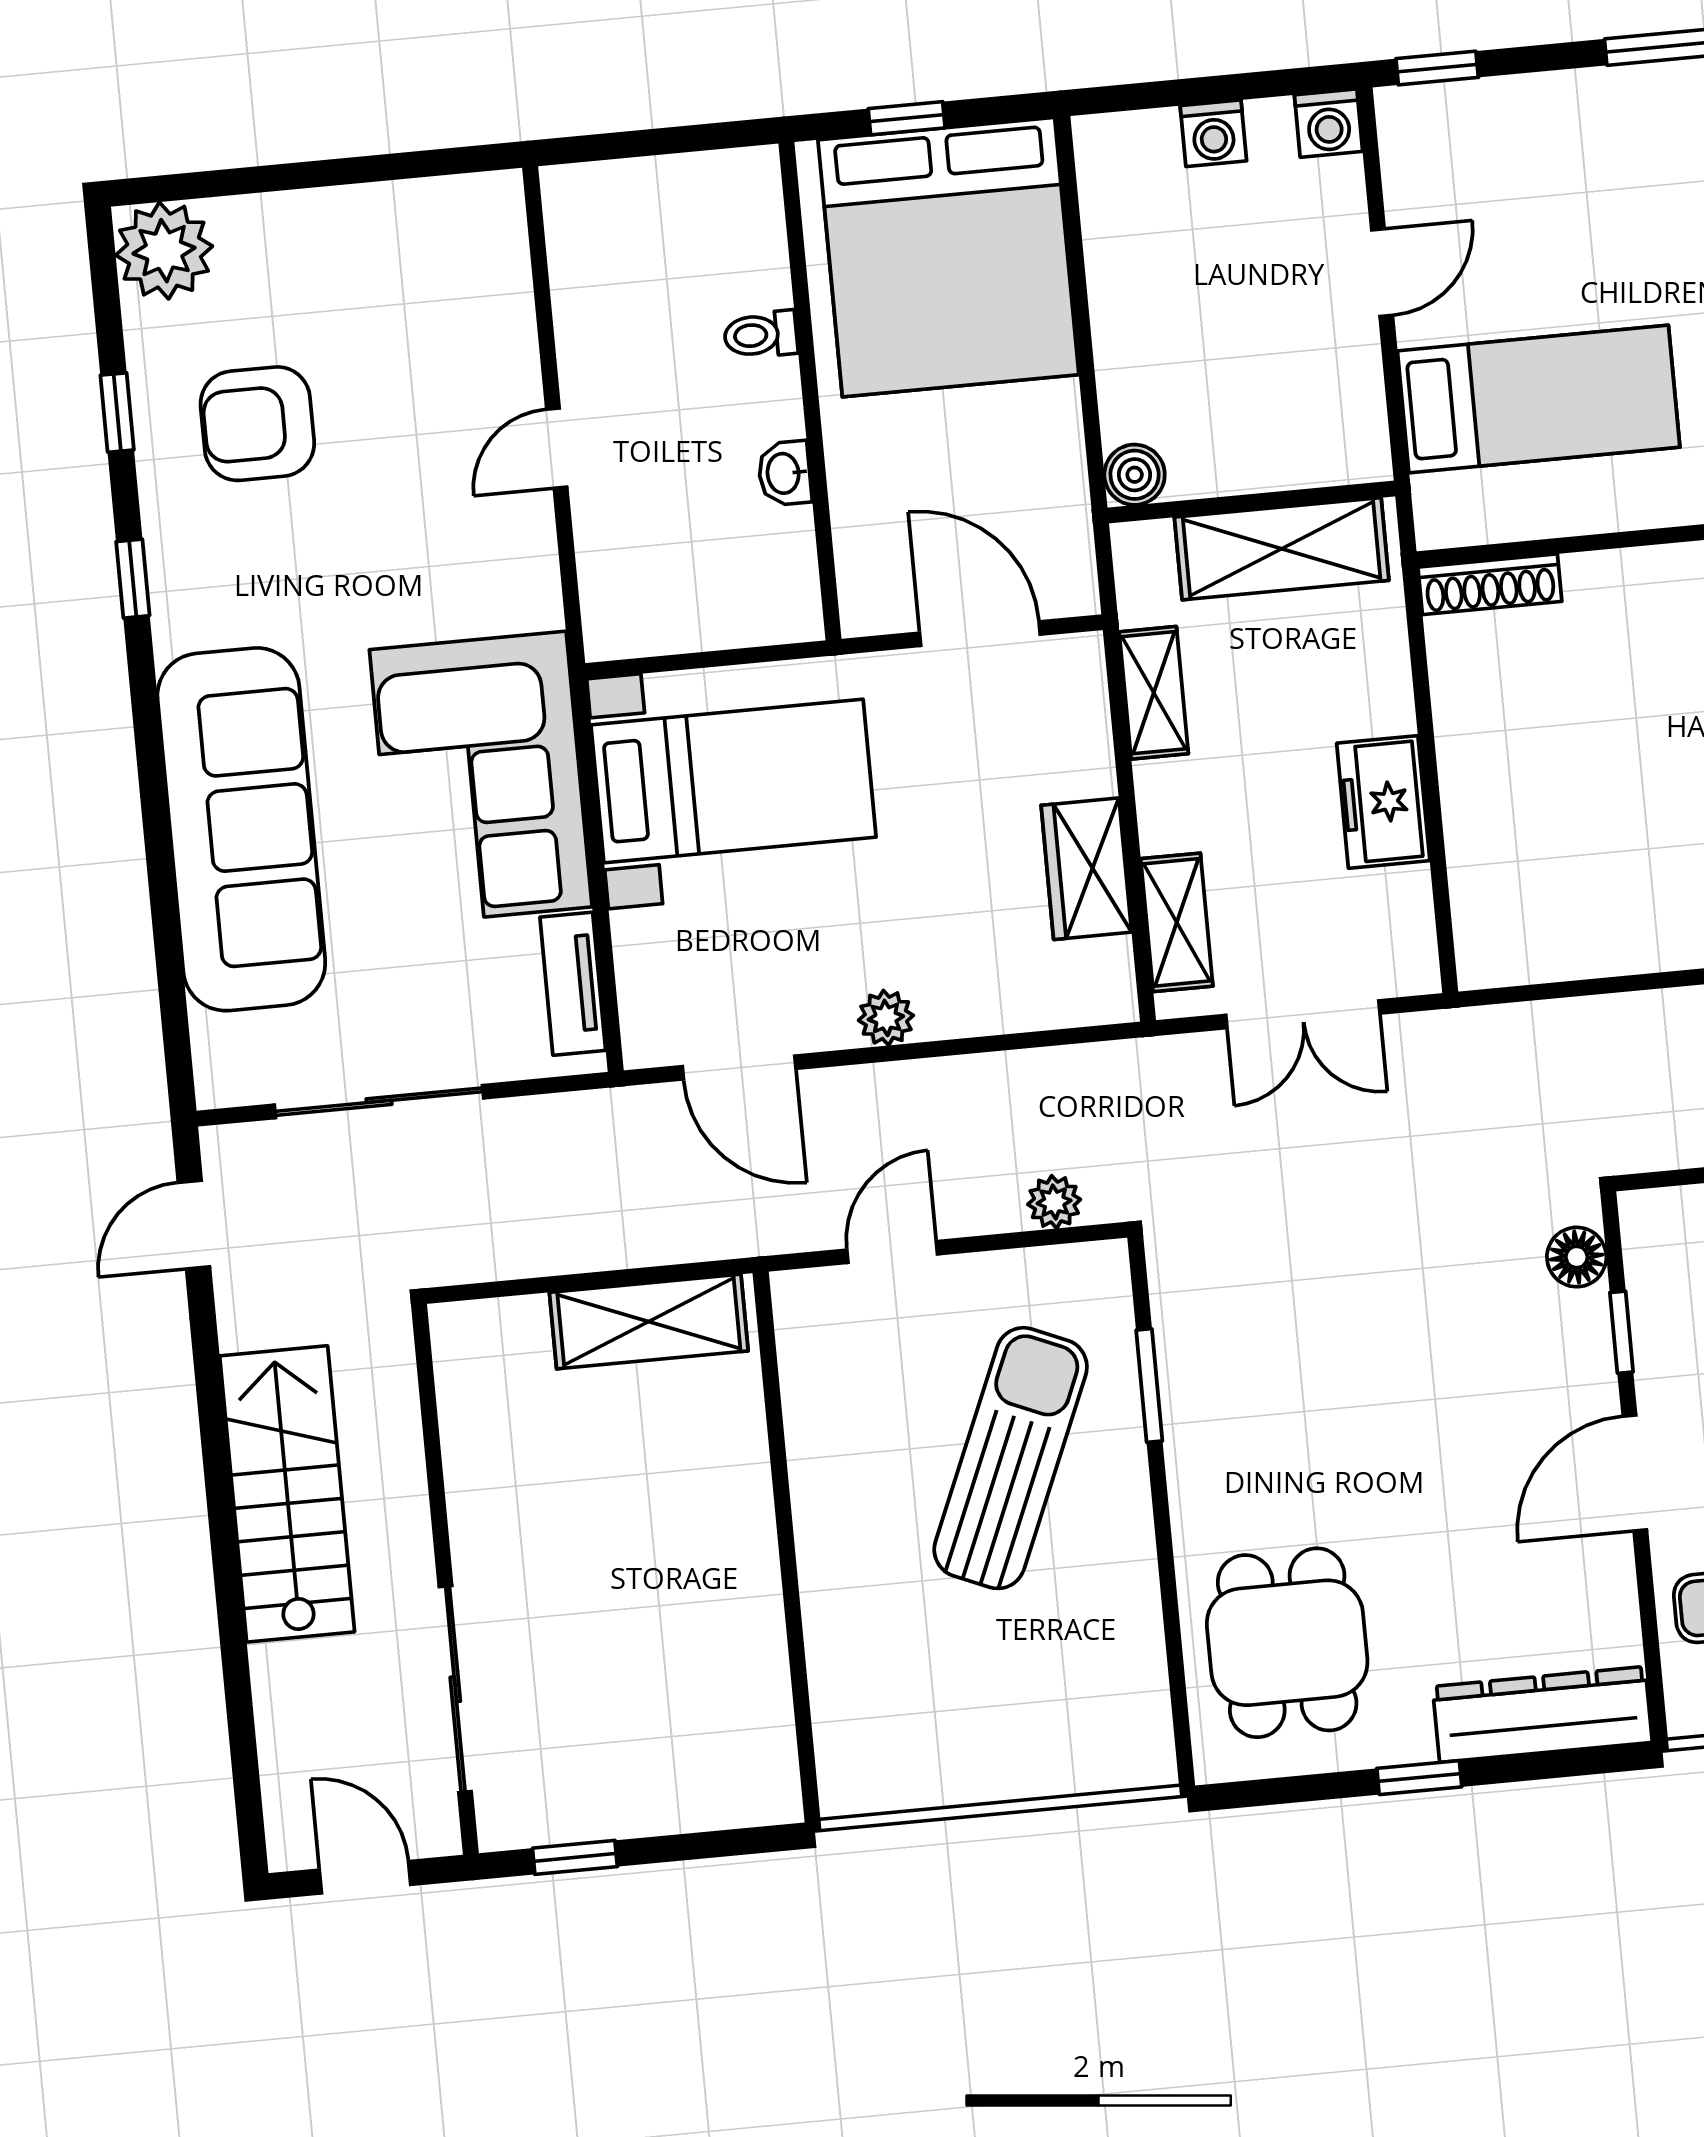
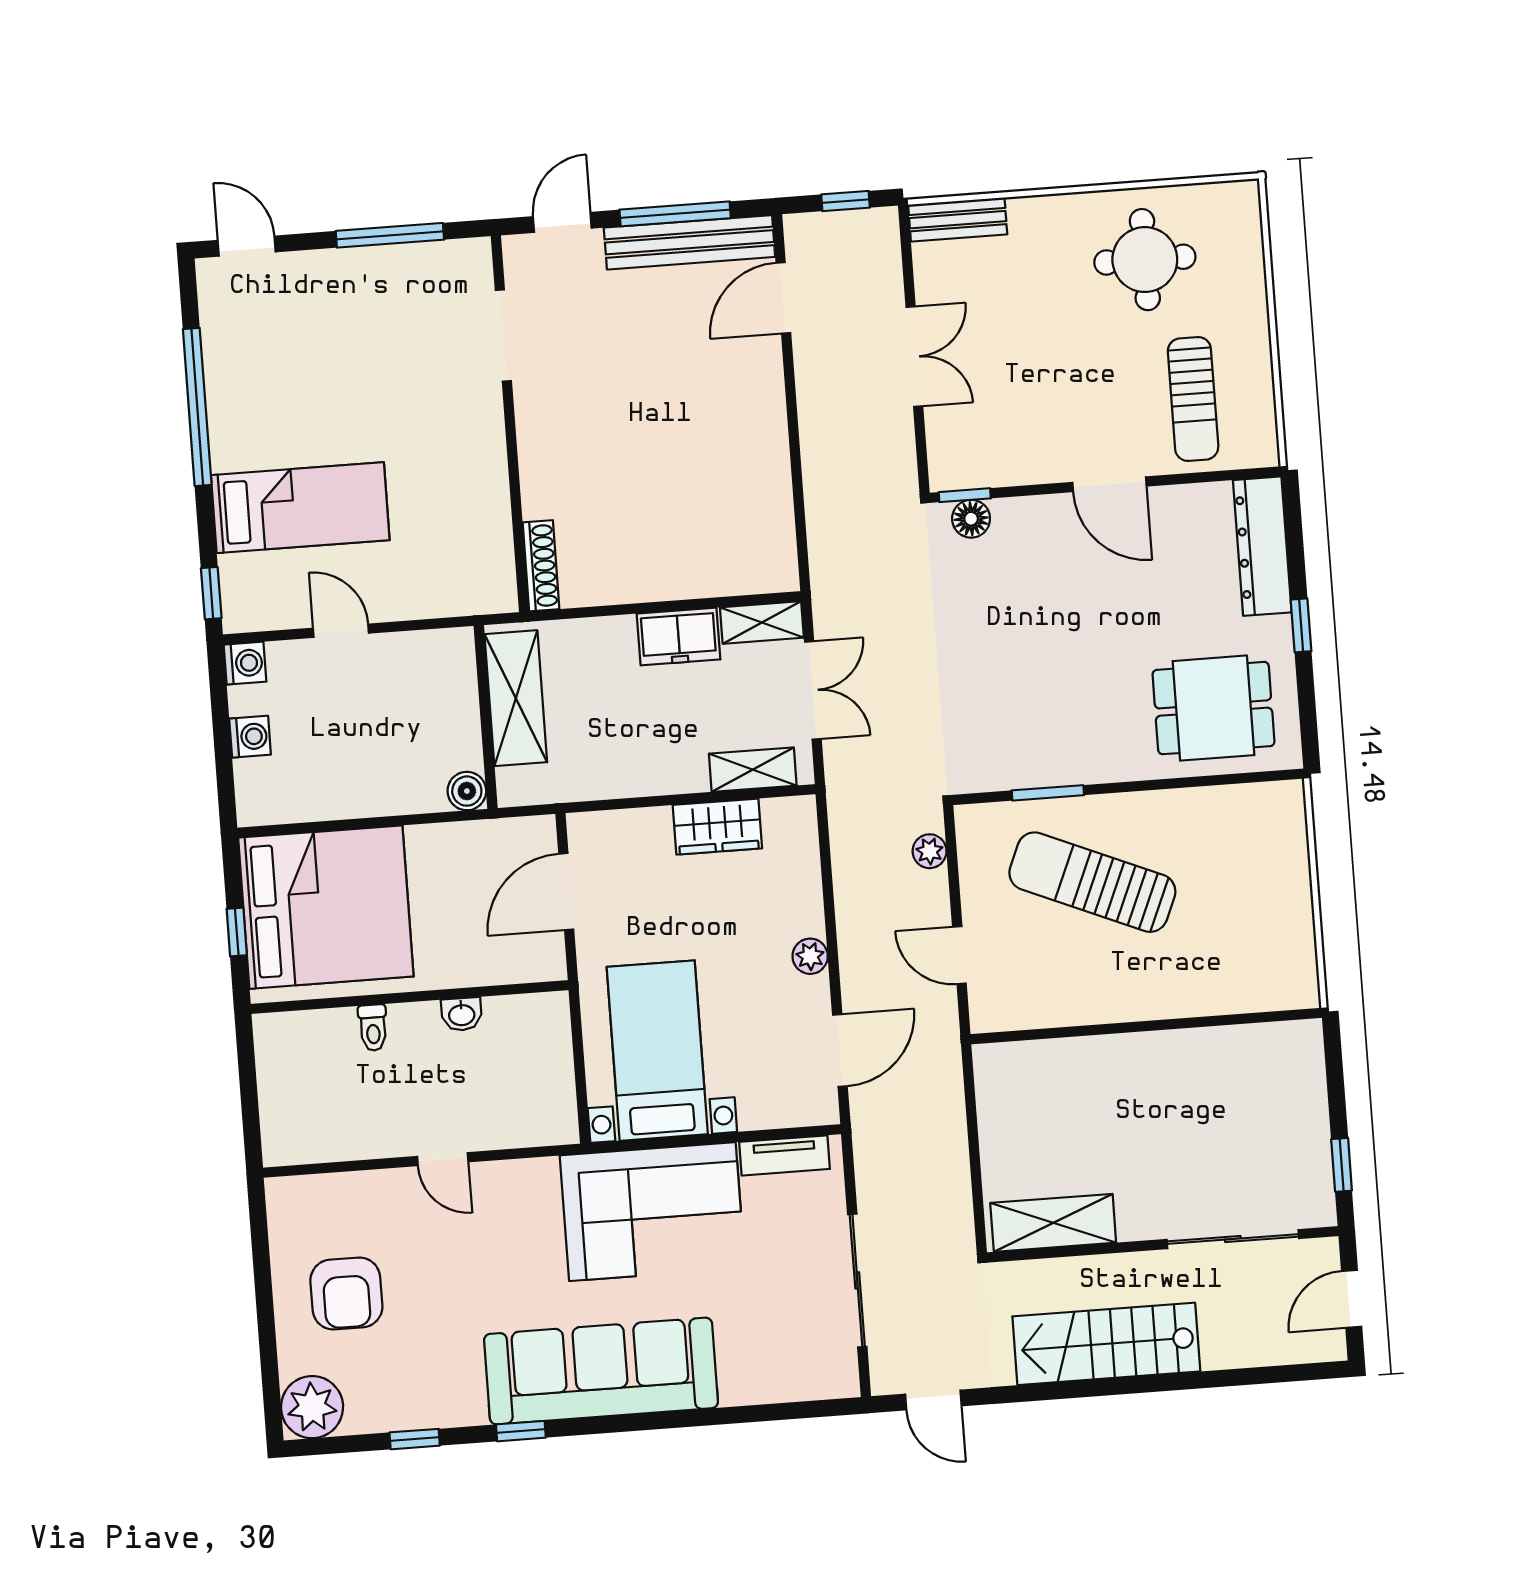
bed: (1539, 399) -> (300, 508), moved, turned 90
armchair: (257, 424) -> (346, 1294), moved
shelving: (1154, 693) -> (762, 623), moved
sofa: (241, 829) -> (601, 1371), moved
shelving: (649, 1322) -> (1053, 1223), moved, turned 90
window: (1622, 1332) -> (965, 495), moved

